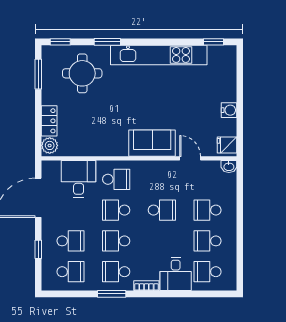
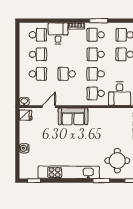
water cooler: (229, 110) -> (24, 148), moved
door: (190, 158) -> (49, 107), swing flipped
school desk: (116, 210) -> (96, 74), turned 180
school desk: (116, 241) -> (96, 54), turned 180
school desk: (116, 272) -> (96, 35), turned 180

